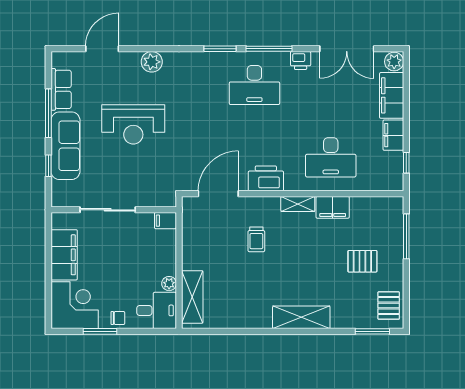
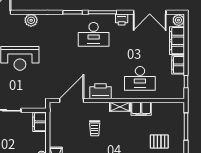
filing cabinet: (165, 221) -> (39, 122), width x2.00

